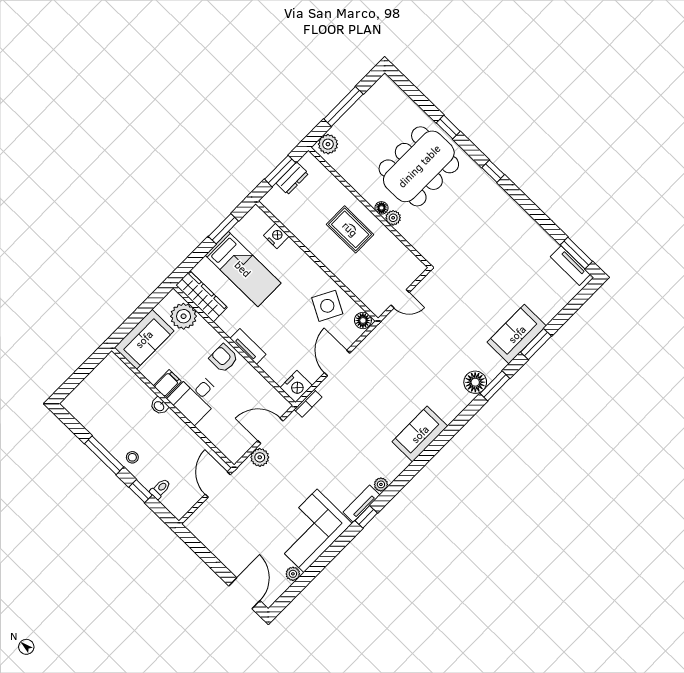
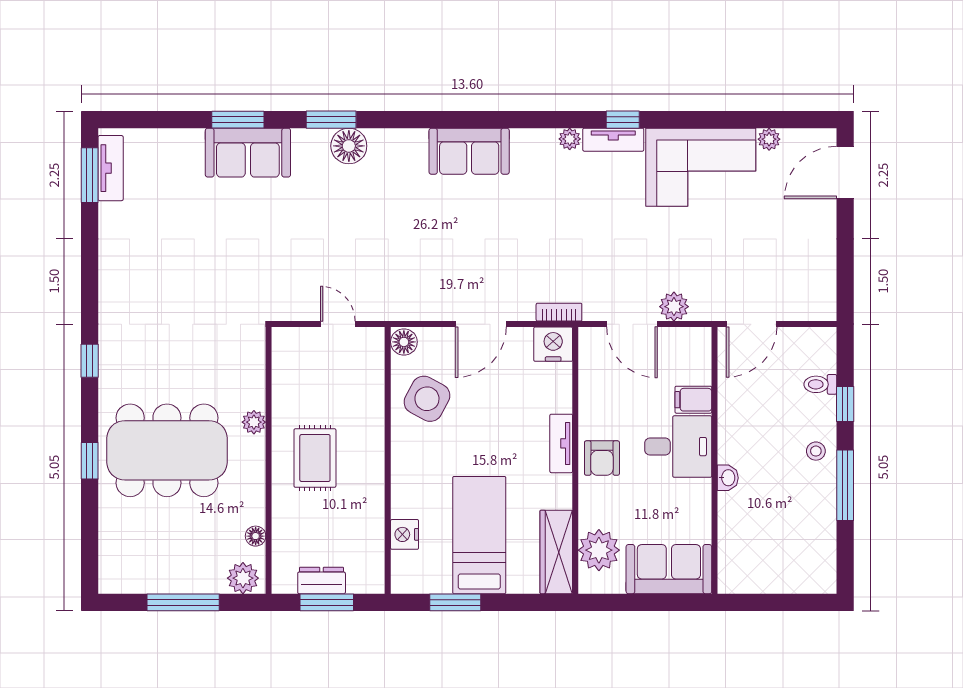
floor lamp: (381, 208) -> (256, 536), moved
filing cabinet: (167, 384) -> (693, 400), moved

